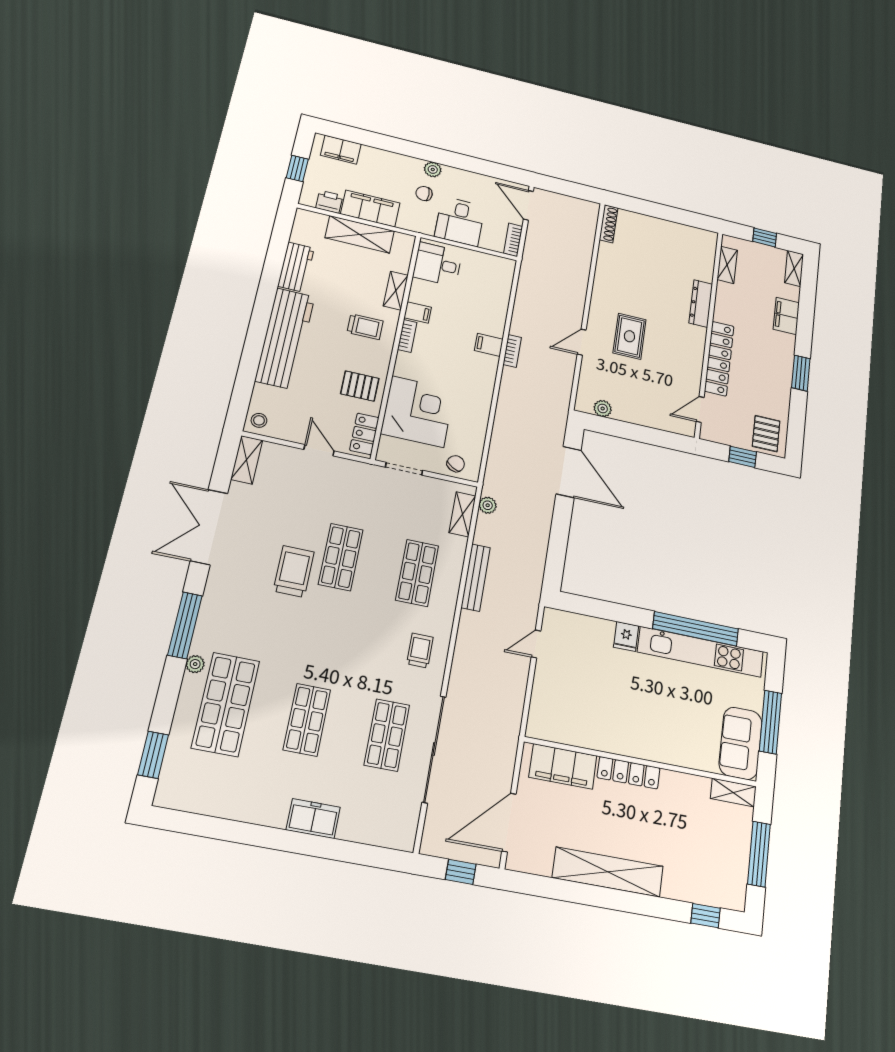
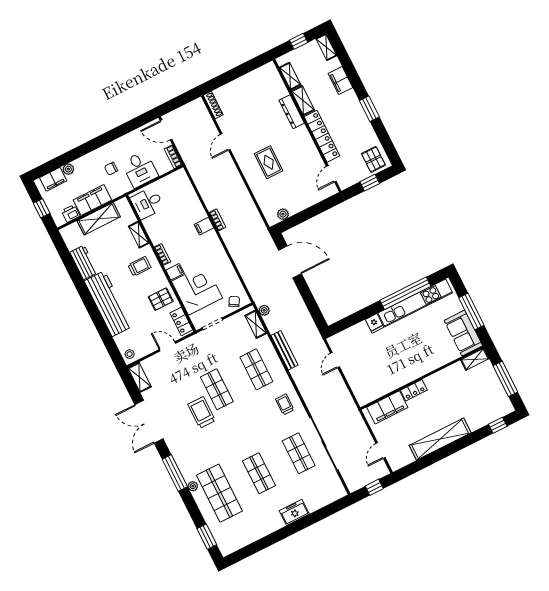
plant: (433, 169) -> (68, 169), moved
shelving: (724, 302) -> (303, 100), added
filing cabinet: (418, 312) -> (175, 272), moved
door: (582, 342) -> (225, 142), moved
locker: (629, 773) -> (414, 390), width x0.66
door: (509, 822) -> (380, 451), width x0.53

